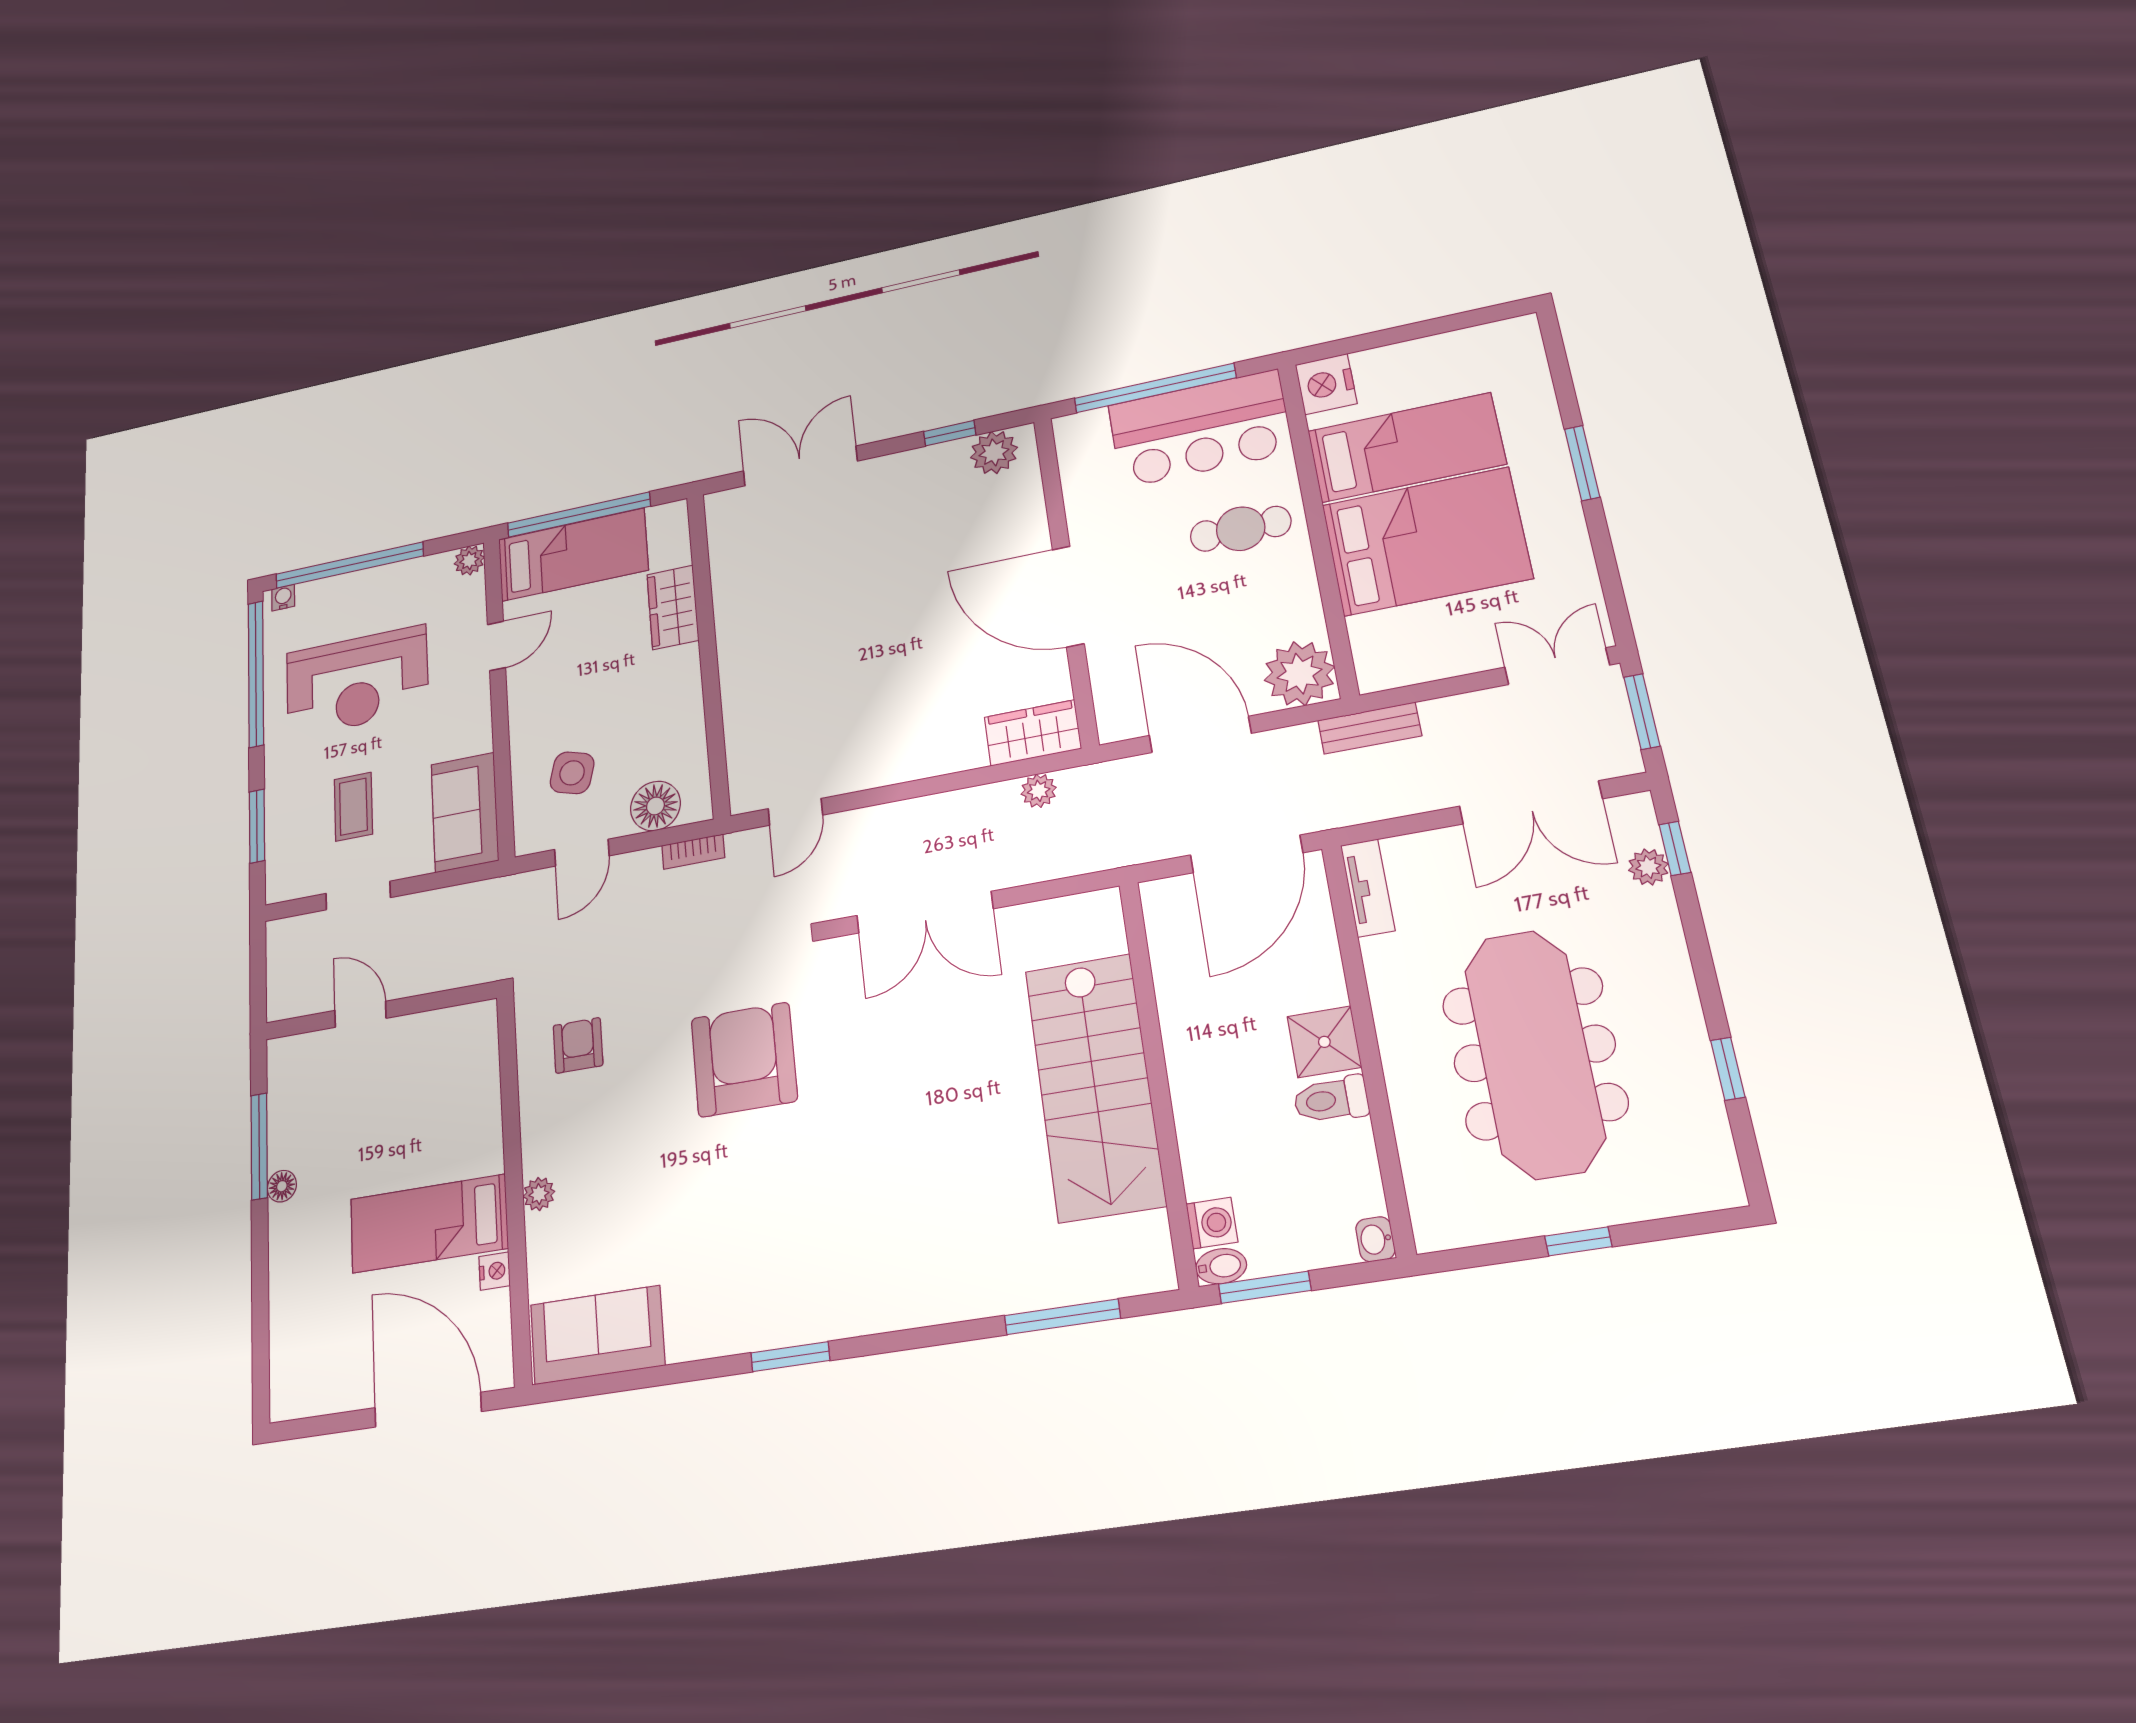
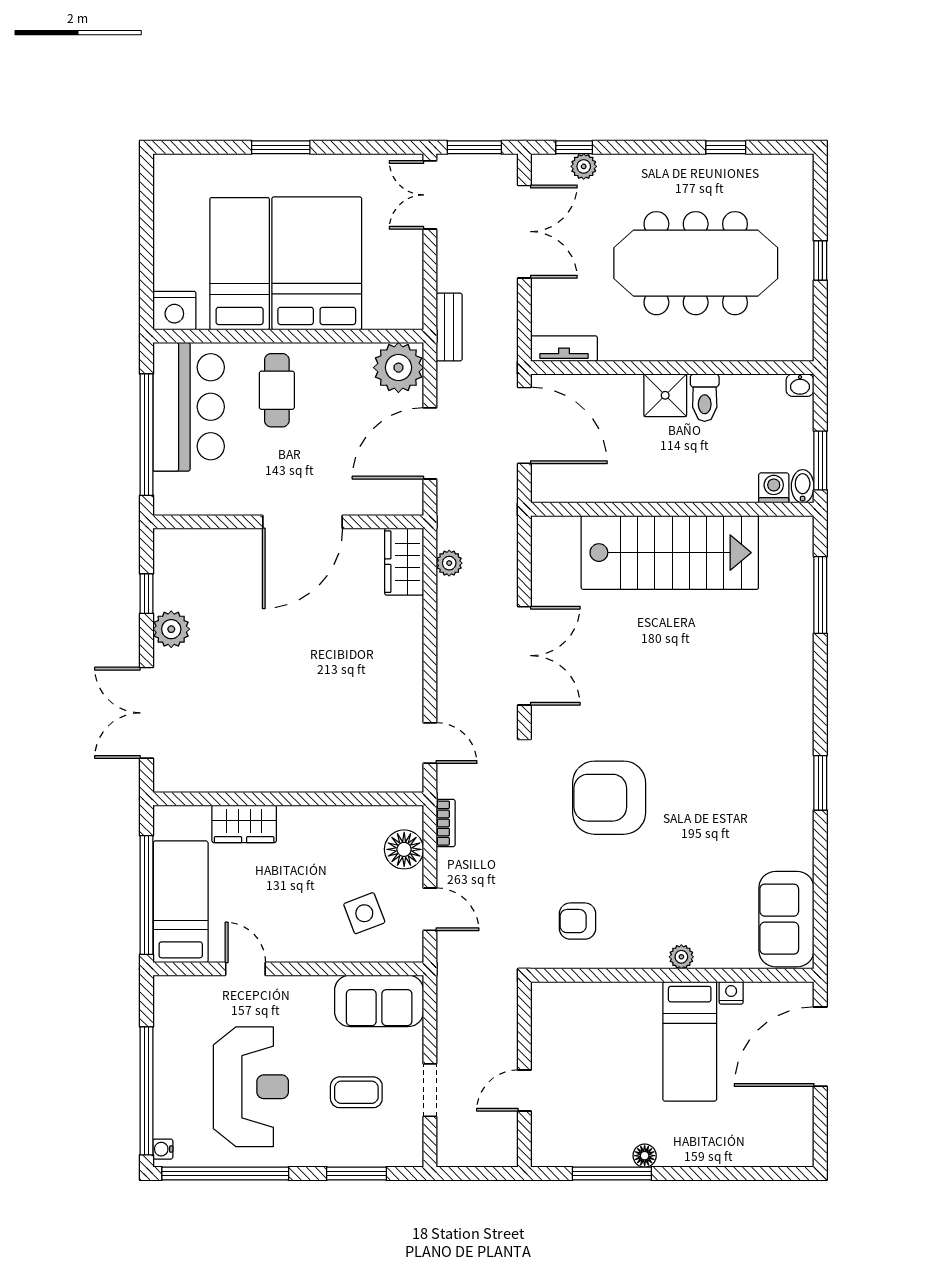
plant: (994, 452) -> (171, 629), moved
plant: (469, 560) -> (166, 988), removed
side table: (572, 773) -> (364, 913), turned -37

